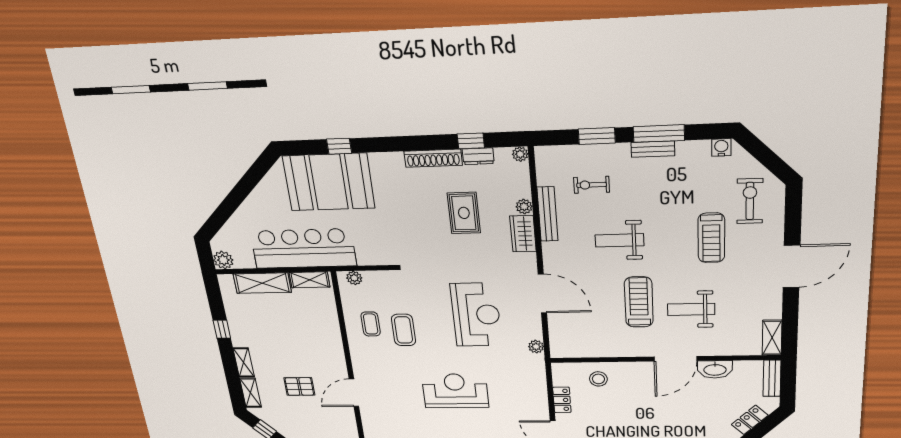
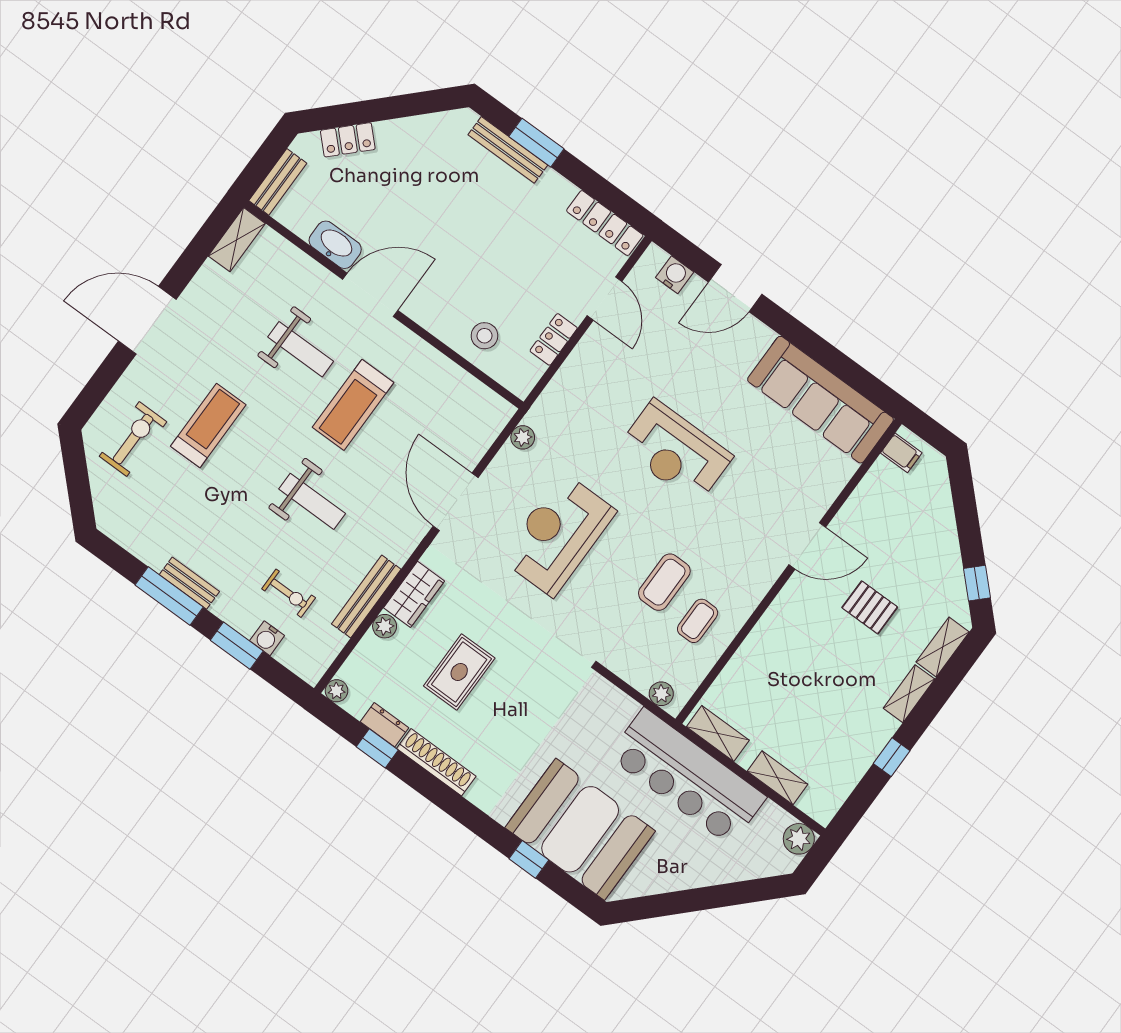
water cooler: (721, 147) -> (267, 638), moved
exercise bike: (750, 201) -> (133, 439), turned 180
shelving: (262, 283) -> (777, 778), width x0.67, depth x0.75

